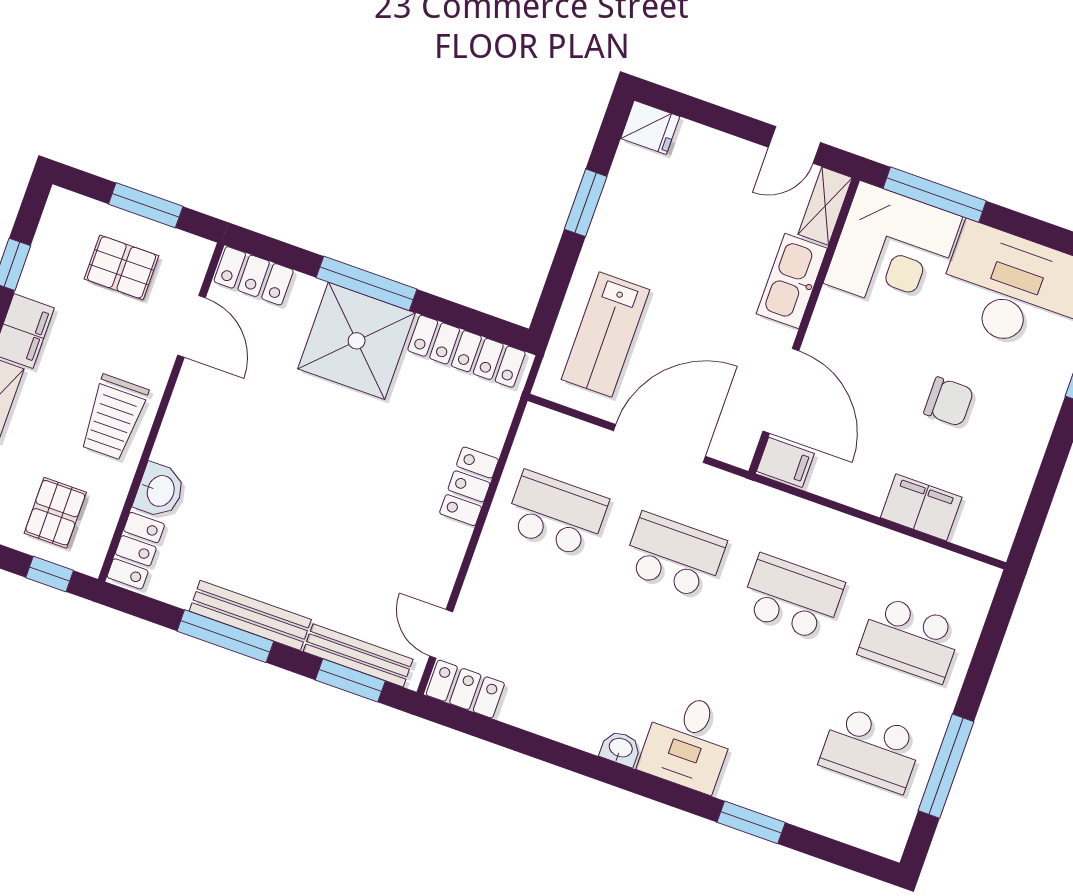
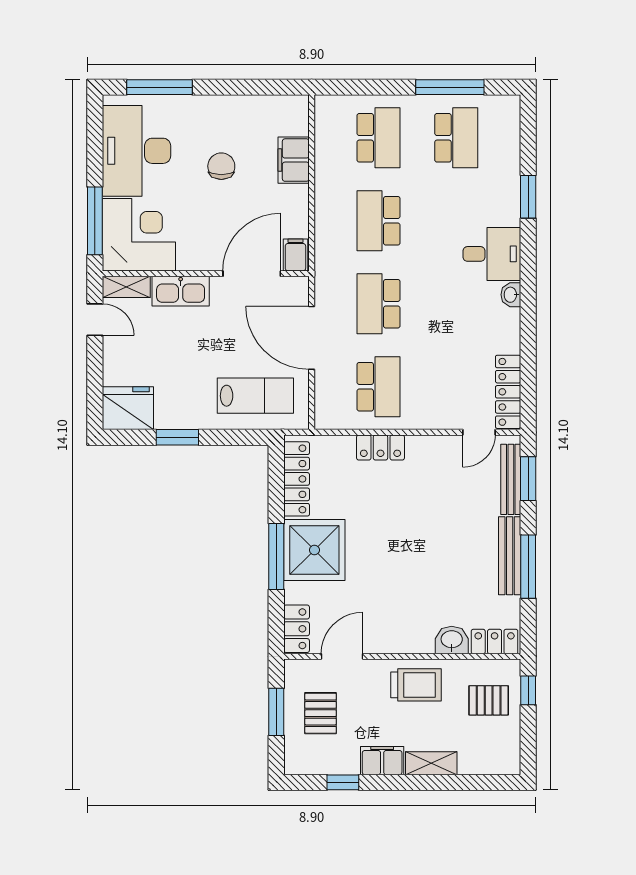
fridge: (650, 127) -> (128, 408), width x1.88, depth x1.34
school desk: (556, 514) -> (378, 387), turned 180
locker: (465, 689) -> (508, 392), width x1.53

